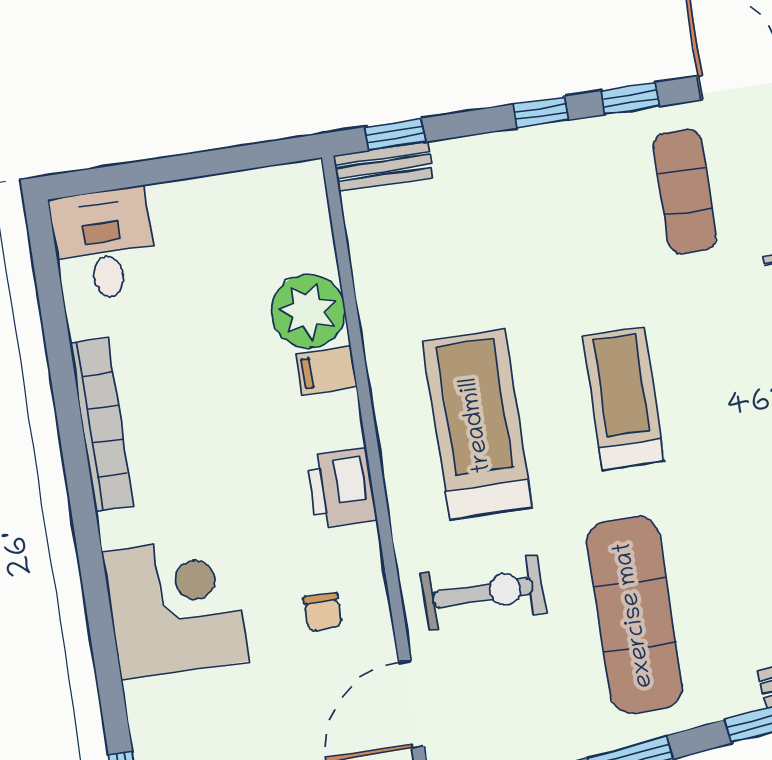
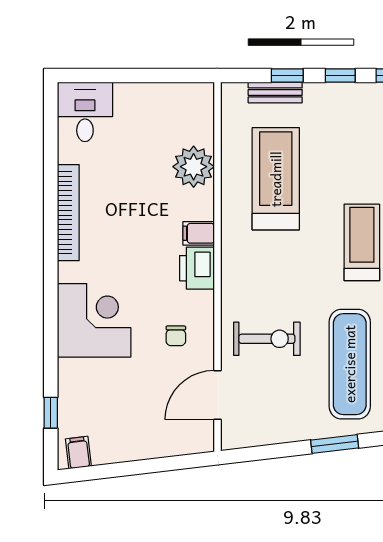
window: (395, 134) -> (287, 76), moved
bench: (383, 167) -> (275, 92), moved
filing cabinet: (327, 370) -> (199, 233), moved
treadmill: (477, 425) -> (276, 179), moved

